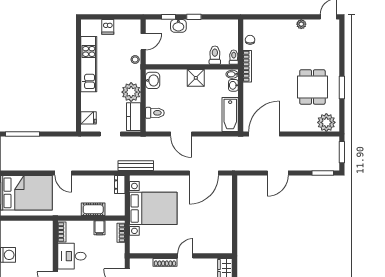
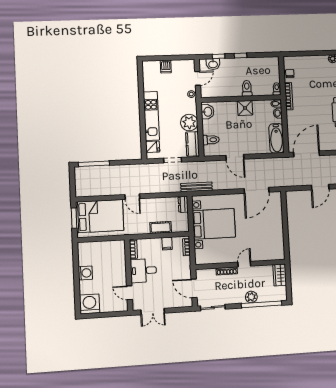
washbasin: (178, 26) -> (213, 64), moved
toilet: (215, 55) -> (247, 88), moved
kitchen unit: (89, 64) -> (151, 116), moved

